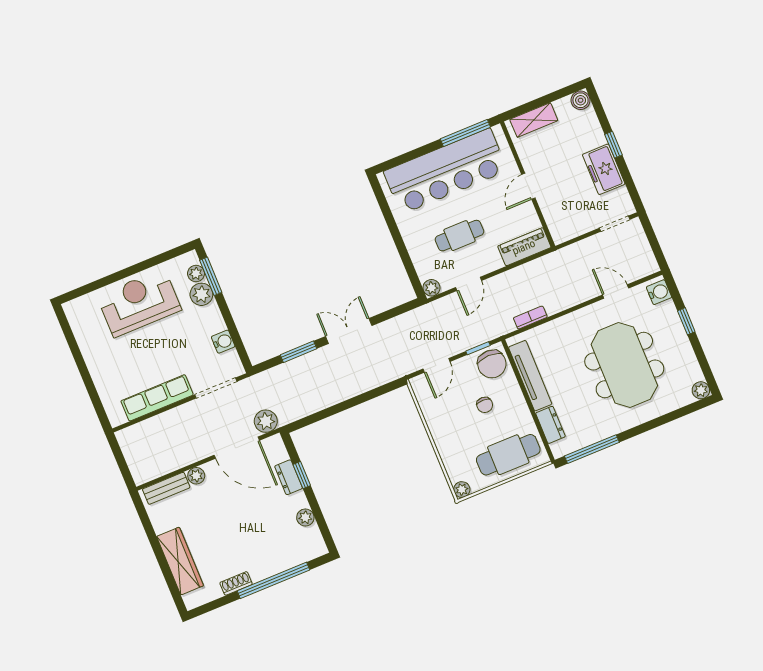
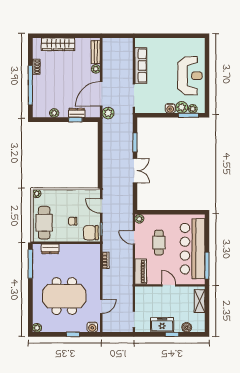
boiler: (581, 100) -> (187, 327), moved
water cooler: (223, 342) -> (170, 108), moved
tv unit: (530, 376) -> (78, 249), removed

